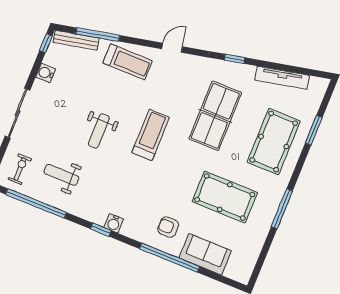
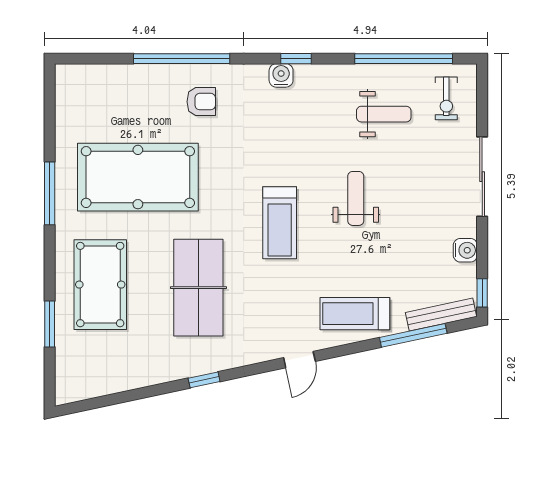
tv unit: (282, 78) -> (125, 380), removed
pool table: (225, 197) -> (138, 177), width x1.36, depth x1.32
sofa: (205, 254) -> (133, 84), removed

